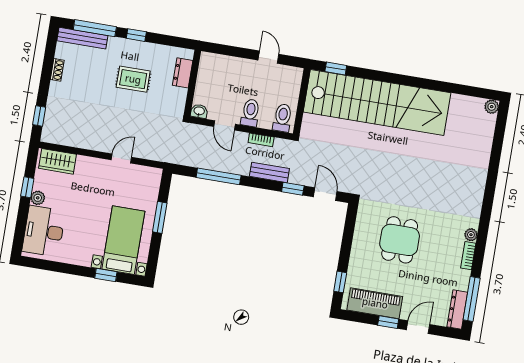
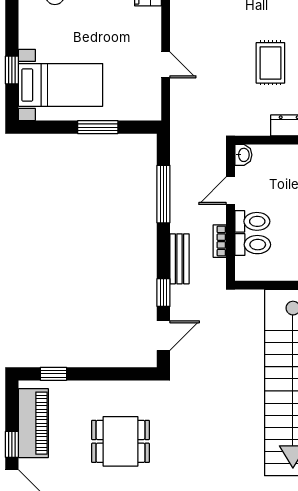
toilet: (283, 118) -> (253, 245), moved

